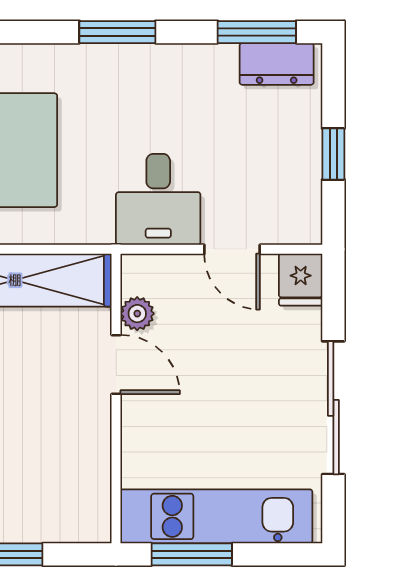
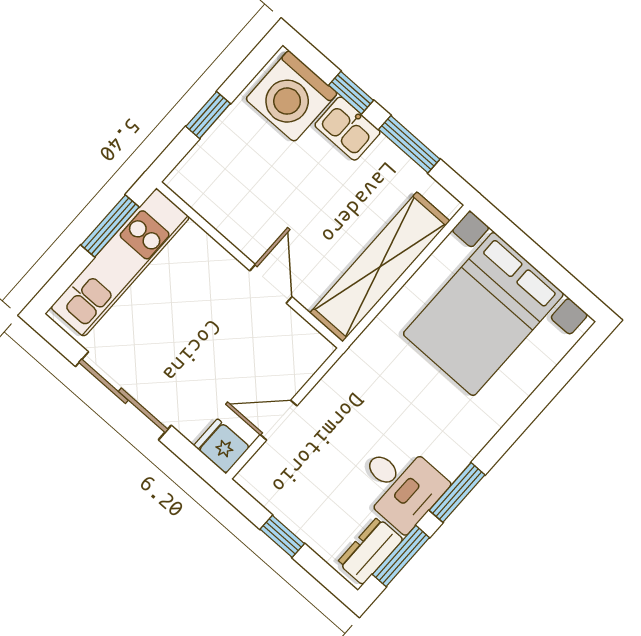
window: (117, 32) -> (457, 493), moved
desk: (158, 199) -> (400, 485), moved, turned 180
plant: (137, 314) -> (291, 325), removed
door: (116, 364) -> (271, 284), swing flipped

